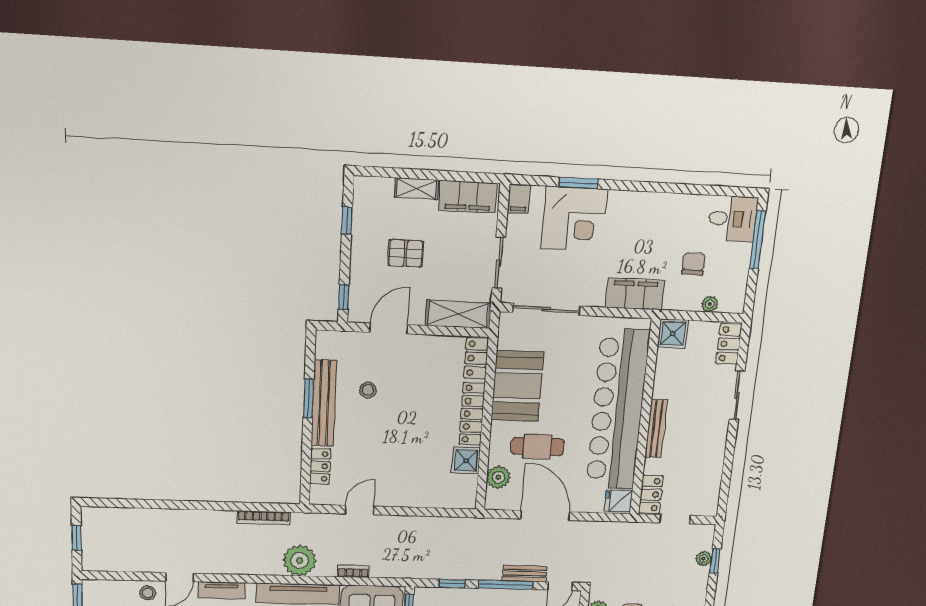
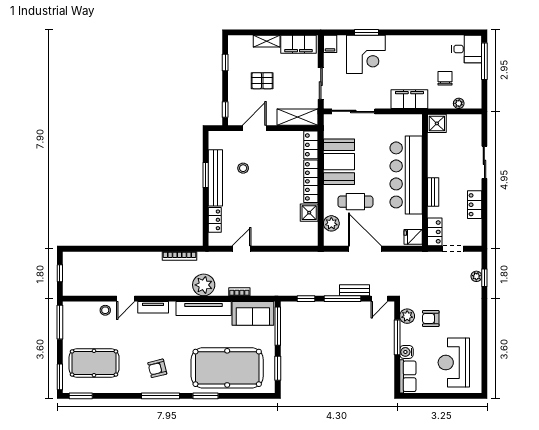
locker: (729, 344) -> (475, 205), moved
bar counter: (618, 410) -> (406, 175), width x0.73
bench: (656, 429) -> (433, 192), width x0.73

